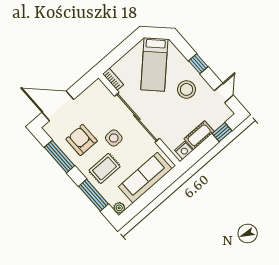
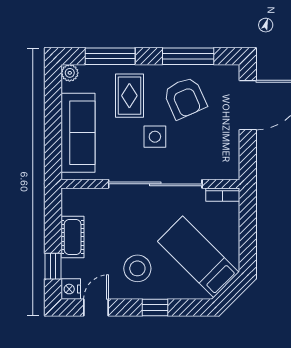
door: (224, 93) -> (96, 308), swing flipped
armchair: (82, 140) -> (185, 98), turned 66
nightstand: (184, 150) -> (71, 289), moved

